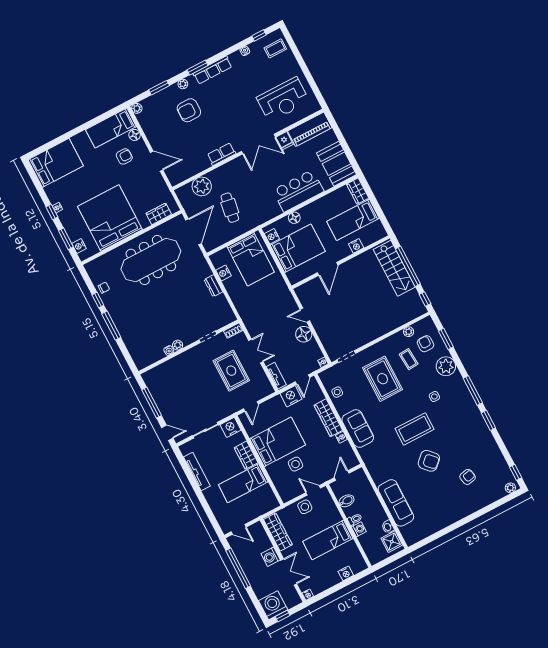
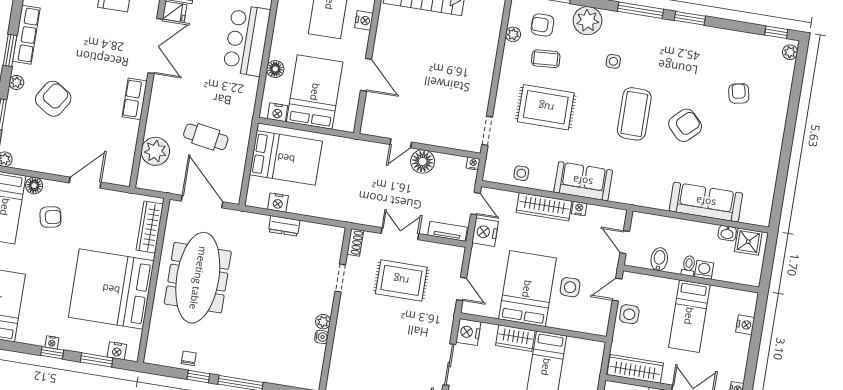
armchair: (189, 110) -> (53, 99), turned -148
armchair: (124, 156) -> (51, 217), turned 78
wardrobe: (159, 214) -> (150, 227), width x1.50

